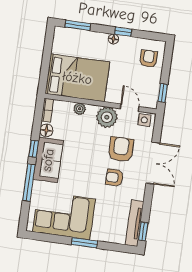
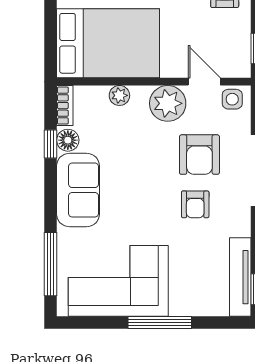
window: (34, 149) -> (51, 144), moved
armchair: (121, 149) -> (199, 155), turned 180
armchair: (114, 178) -> (195, 204), turned -90
window: (29, 183) -> (51, 264), moved
window: (85, 243) -> (160, 323), width x1.44

